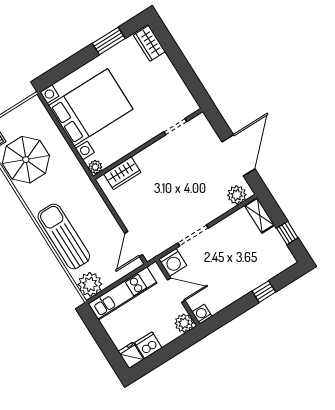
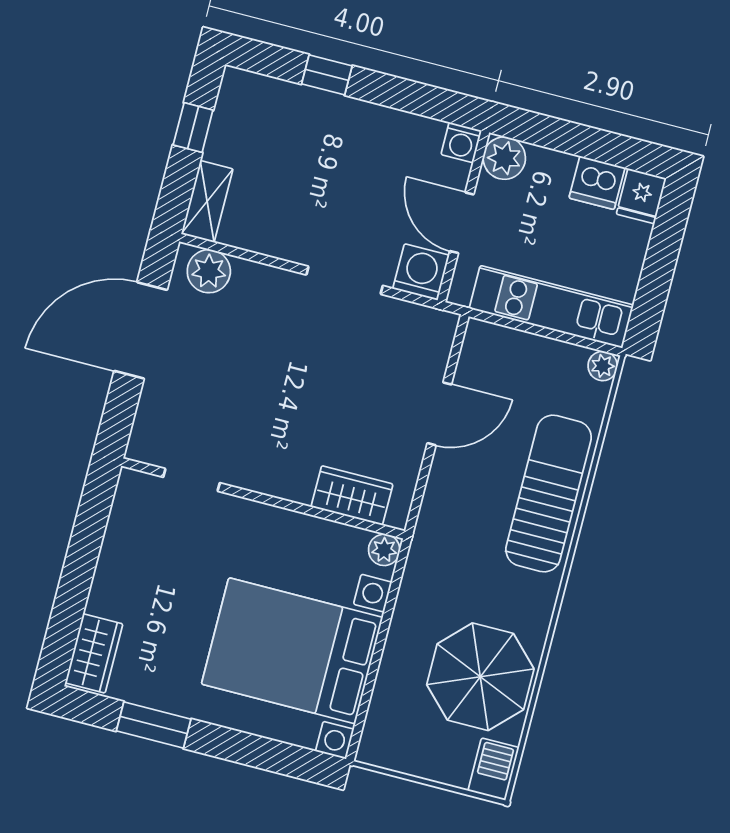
sun lounger: (64, 236) -> (549, 494), turned 180
door: (134, 244) -> (439, 414), moved
plant: (90, 284) -> (603, 366), width x0.53, depth x0.53

